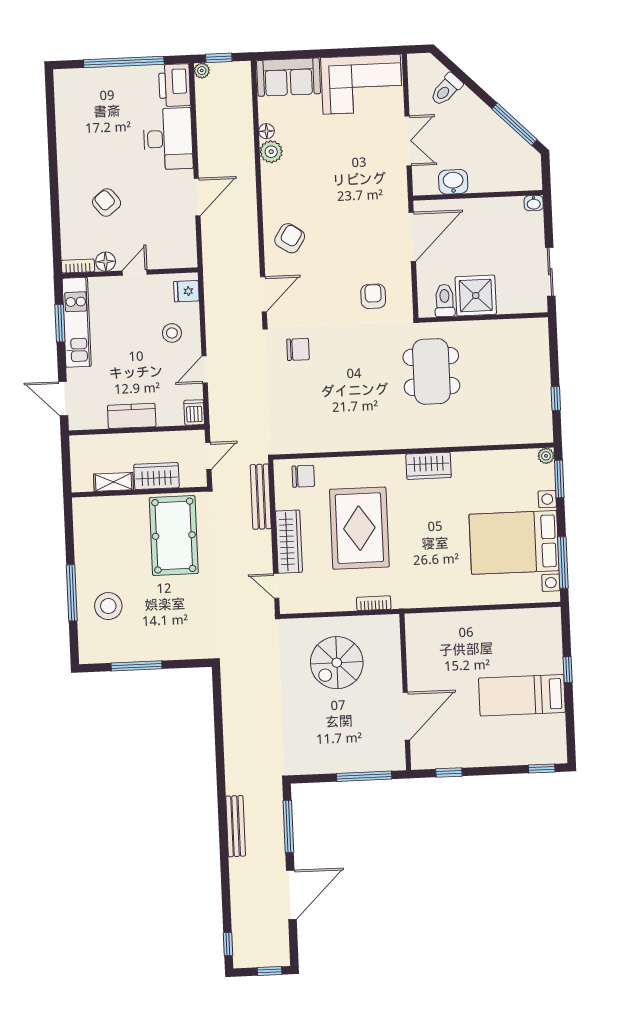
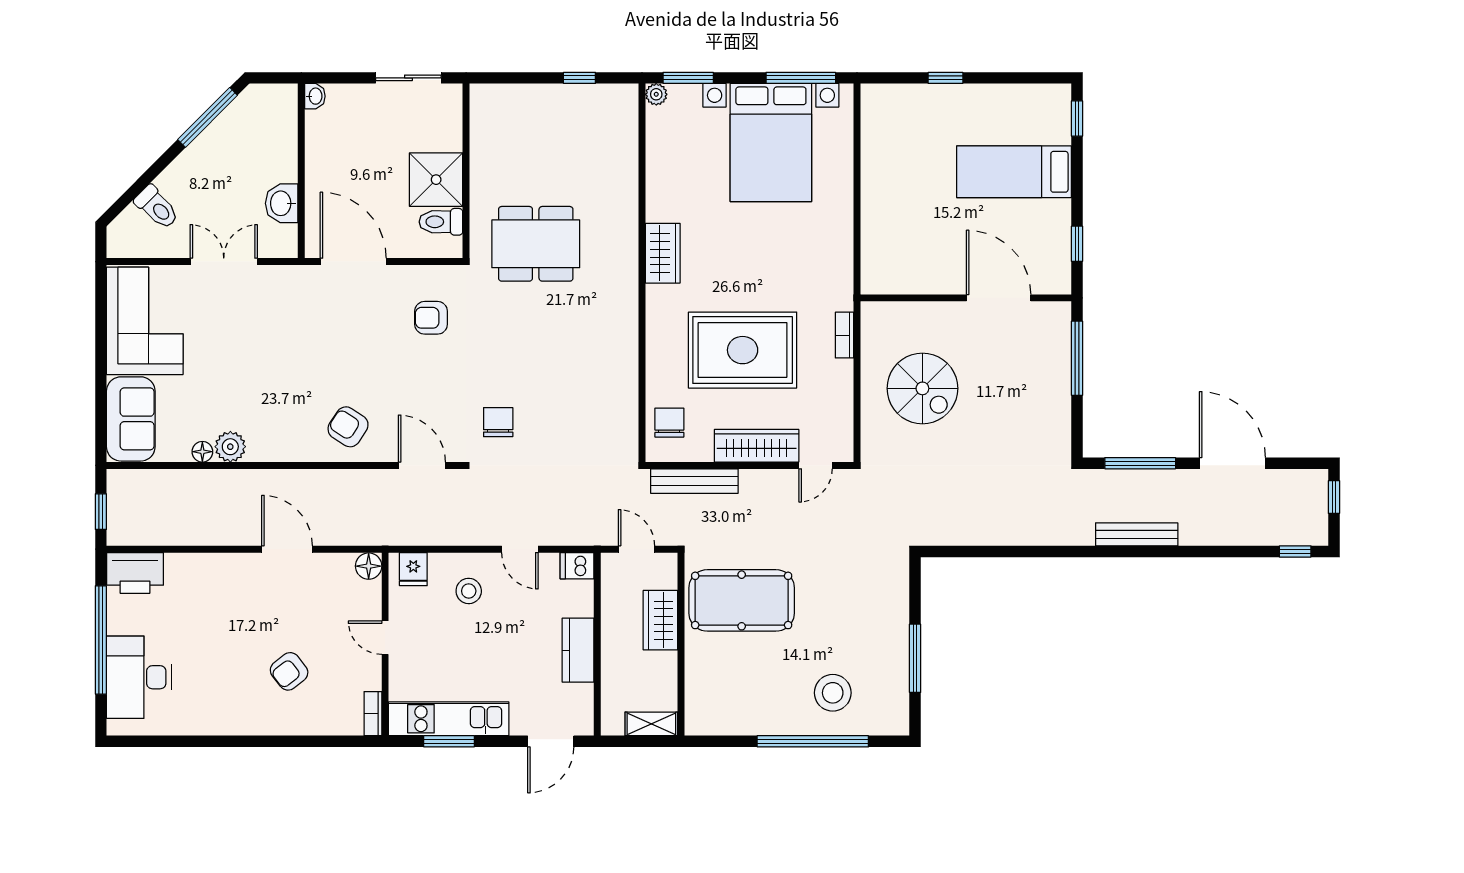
plant: (202, 71) -> (117, 535), removed
desk: (168, 139) -> (139, 677), moved, turned -90
floor lamp: (106, 262) -> (369, 566), moved
shelving: (113, 482) -> (651, 724), moved, turned 90
window: (72, 593) -> (813, 741), width x1.46
bed: (522, 695) -> (1014, 172), moved, turned 90

